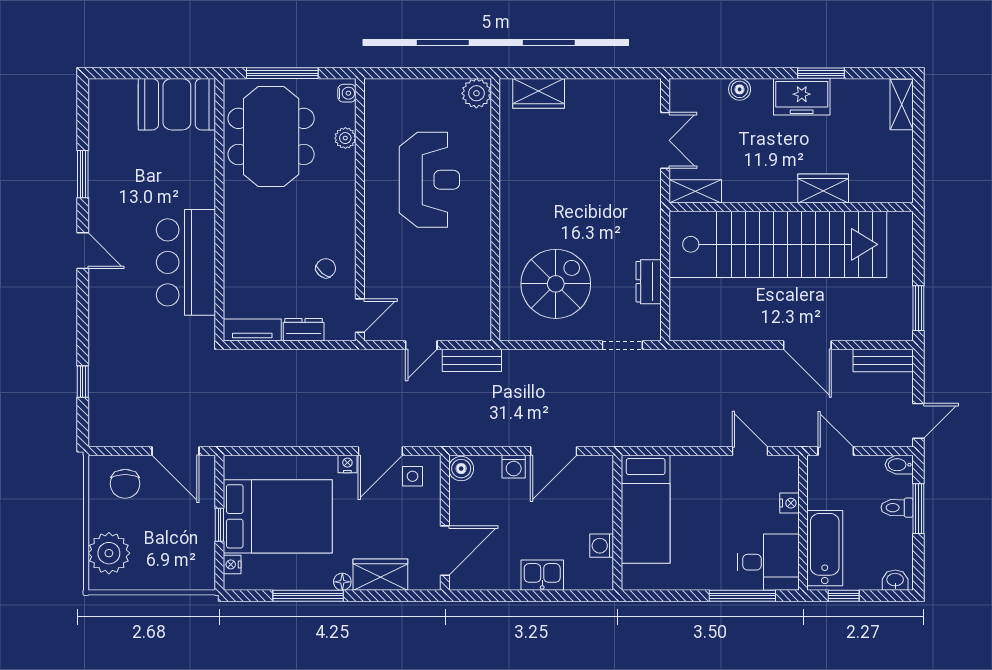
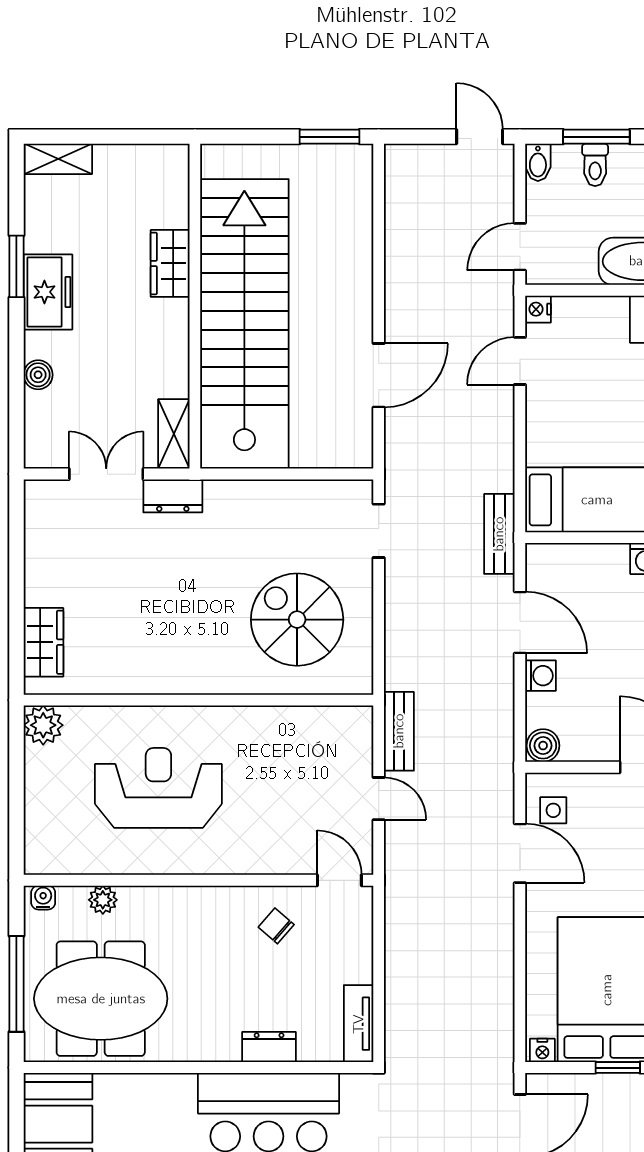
dresser: (649, 282) -> (173, 496), moved
dresser: (304, 330) -> (269, 1047), moved, turned 90
door: (807, 345) -> (379, 375), moved
bench: (883, 361) -> (499, 534), moved
nightstand: (347, 464) -> (542, 1050), moved, turned -90
nightstand: (789, 503) -> (538, 309), moved, turned -90

